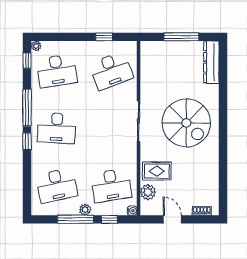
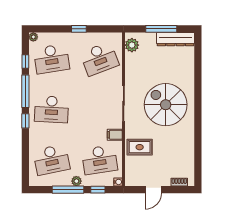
window: (104, 37) -> (79, 29), moved
window: (27, 61) -> (25, 62), moved
dresser: (211, 62) -> (176, 39), moved, turned -90
spiral stairs: (186, 123) -> (166, 105), turned 180
filing cabinet: (128, 157) -> (115, 135), added
plant: (148, 192) -> (132, 45), moved
door: (172, 219) -> (153, 190), swing flipped

